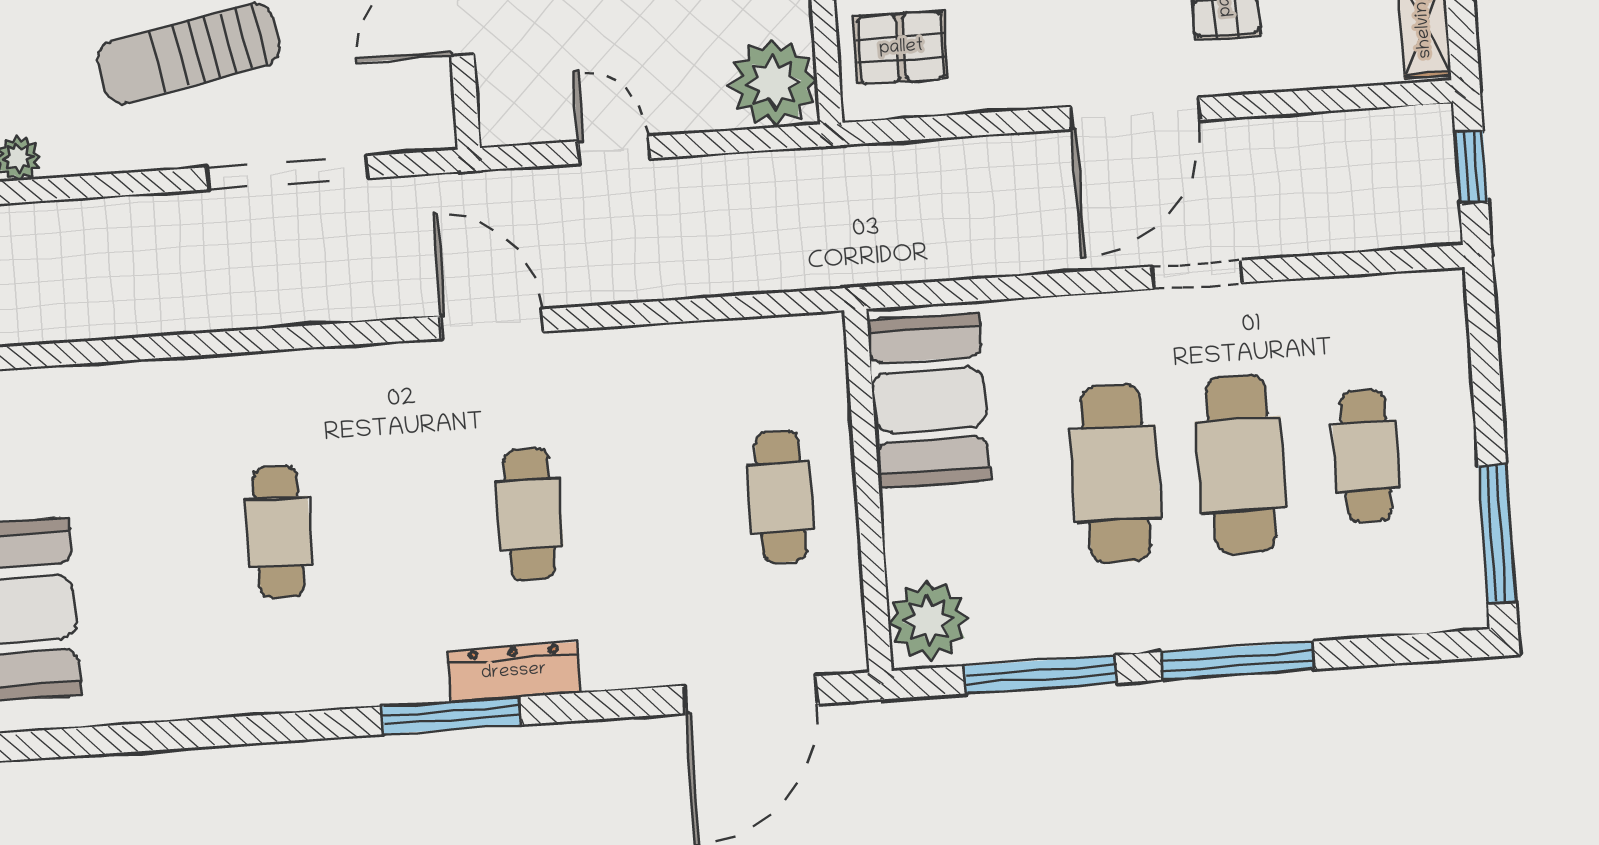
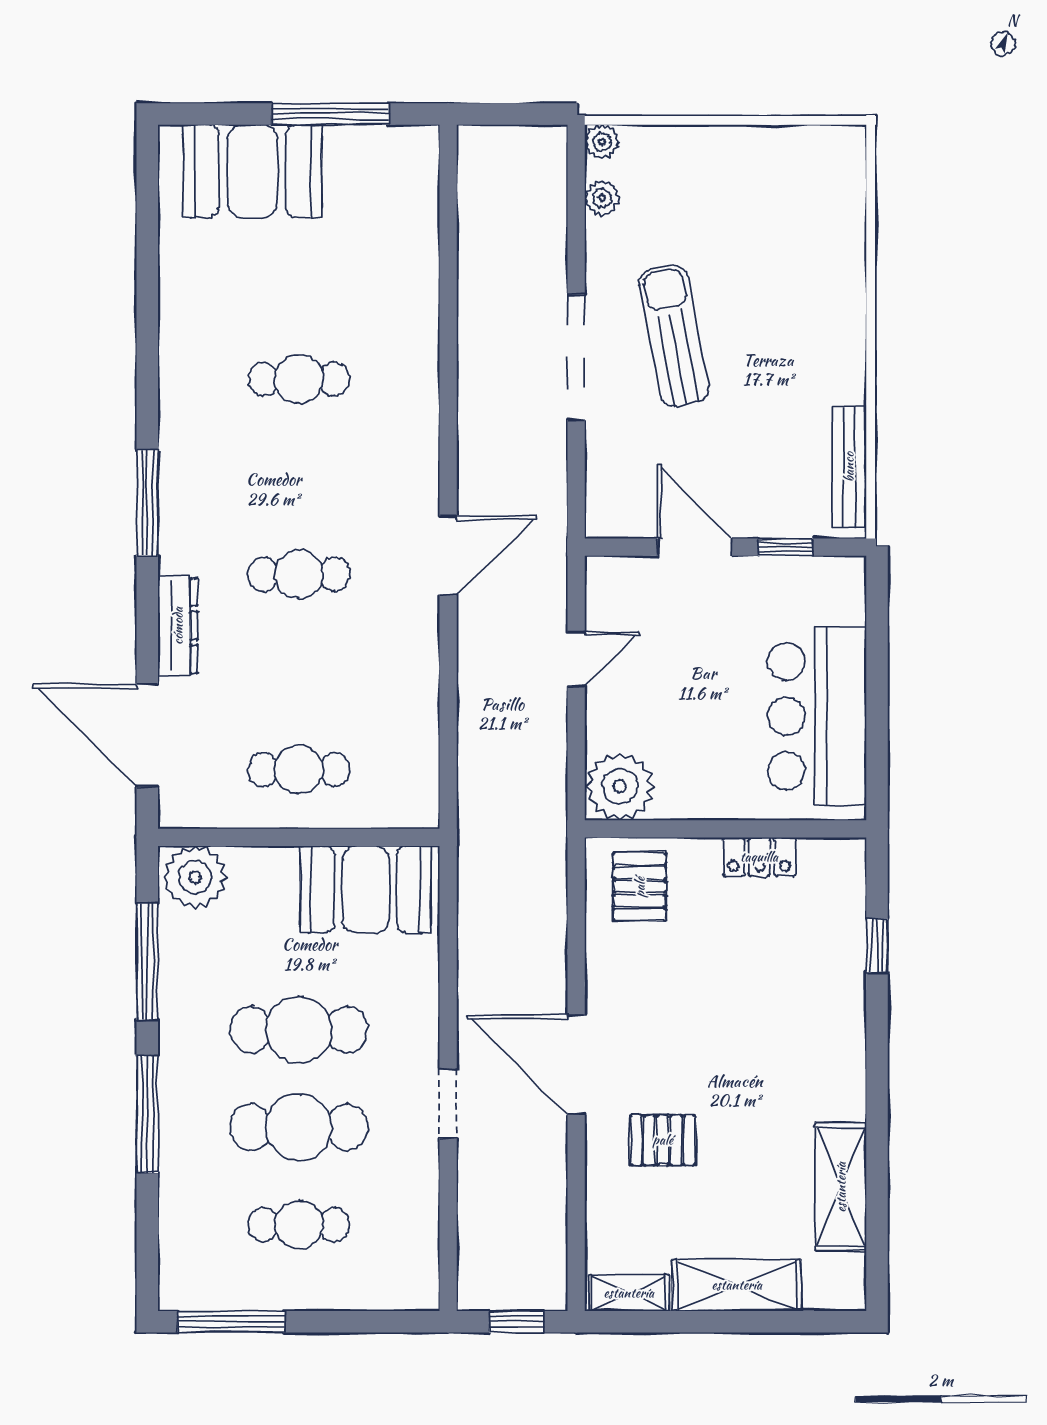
doorway: (287, 173) -> (576, 357), moved
dresser: (514, 672) -> (178, 626), moved

